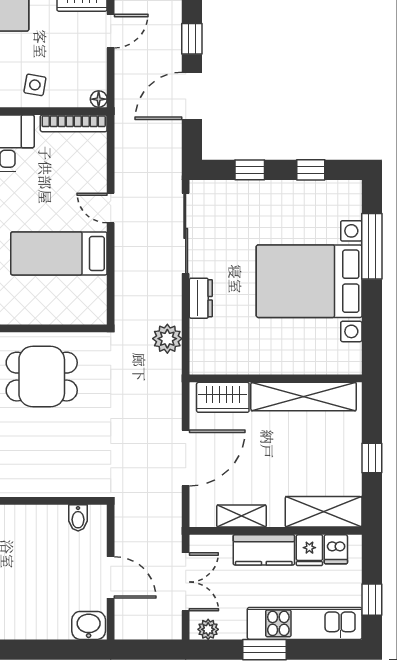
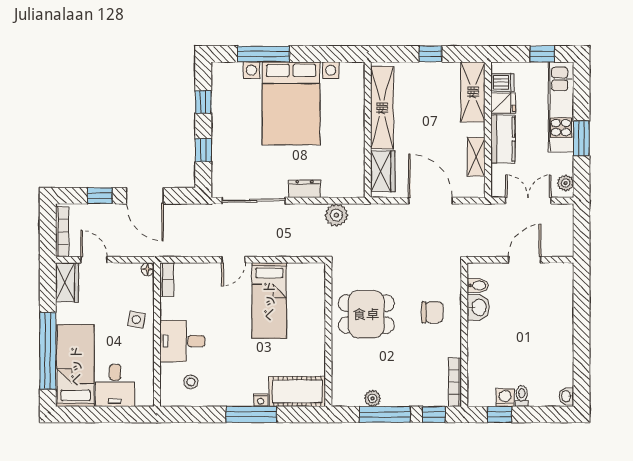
bookcase: (74, 123) -> (167, 279), width x0.64
dining table: (42, 377) -> (366, 314), turned 90
chair: (44, 460) -> (432, 312), added
washbasin: (89, 625) -> (478, 307), moved, turned 180

